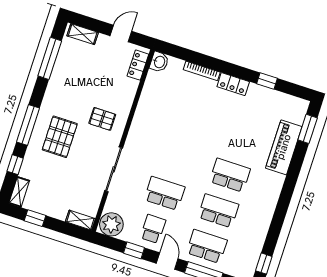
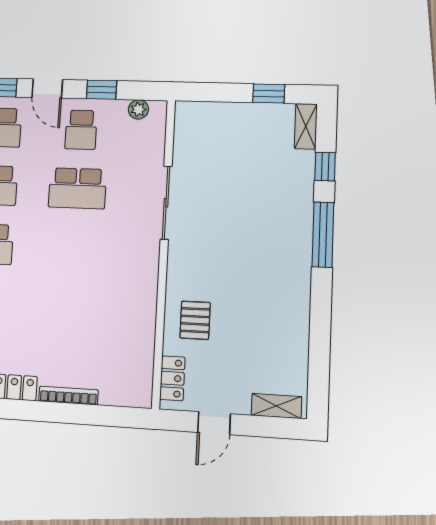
window: (50, 58) -> (319, 352), removed
washbasin: (159, 62) -> (140, 392), removed
pallet: (102, 119) -> (195, 320), moved, turned 90
pallet: (60, 137) -> (266, 230), removed
shelving: (80, 220) -> (197, 111), removed
plant: (111, 224) -> (138, 109), width x0.53, depth x0.53

